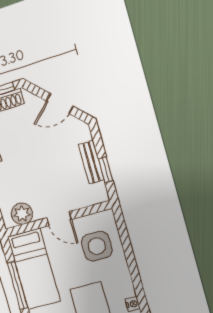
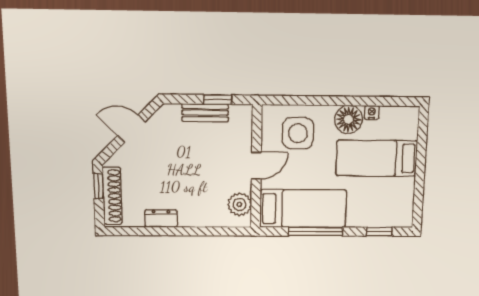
door: (60, 104) -> (131, 129), swing flipped
floor lamp: (121, 286) -> (349, 119), added

